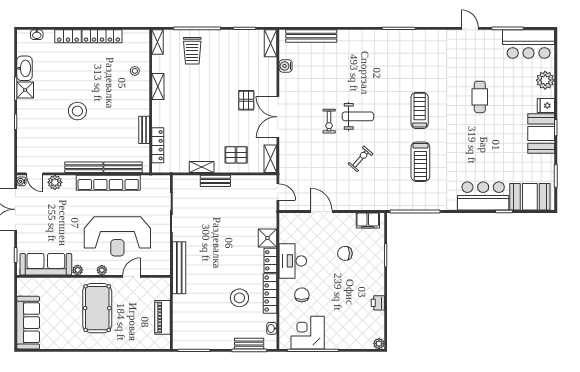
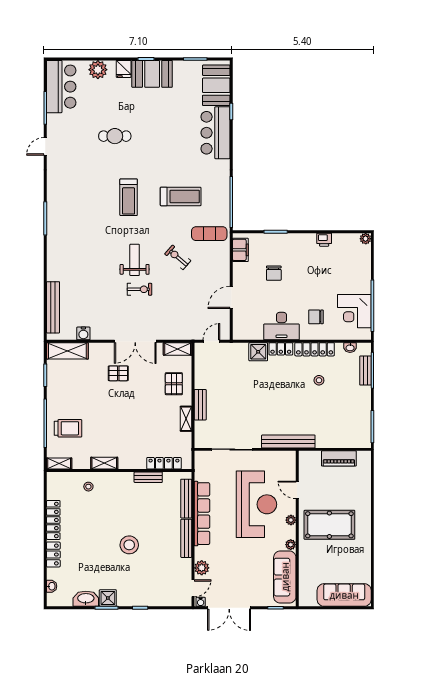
shelving: (270, 43) -> (67, 351), width x1.50, depth x1.33
treadmill: (420, 110) -> (129, 197), turned -90
exercise mat: (384, 190) -> (209, 234), added
stool: (239, 298) -> (319, 380), width x0.53, depth x0.53

